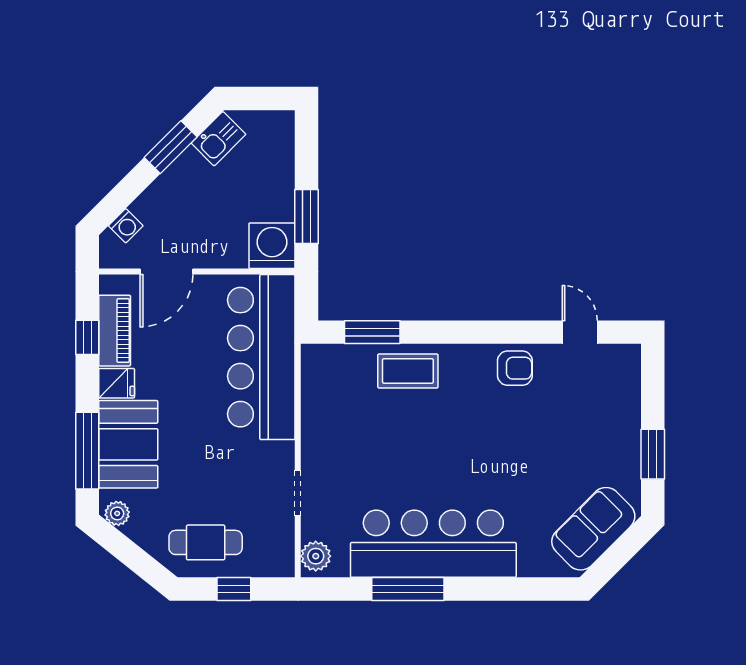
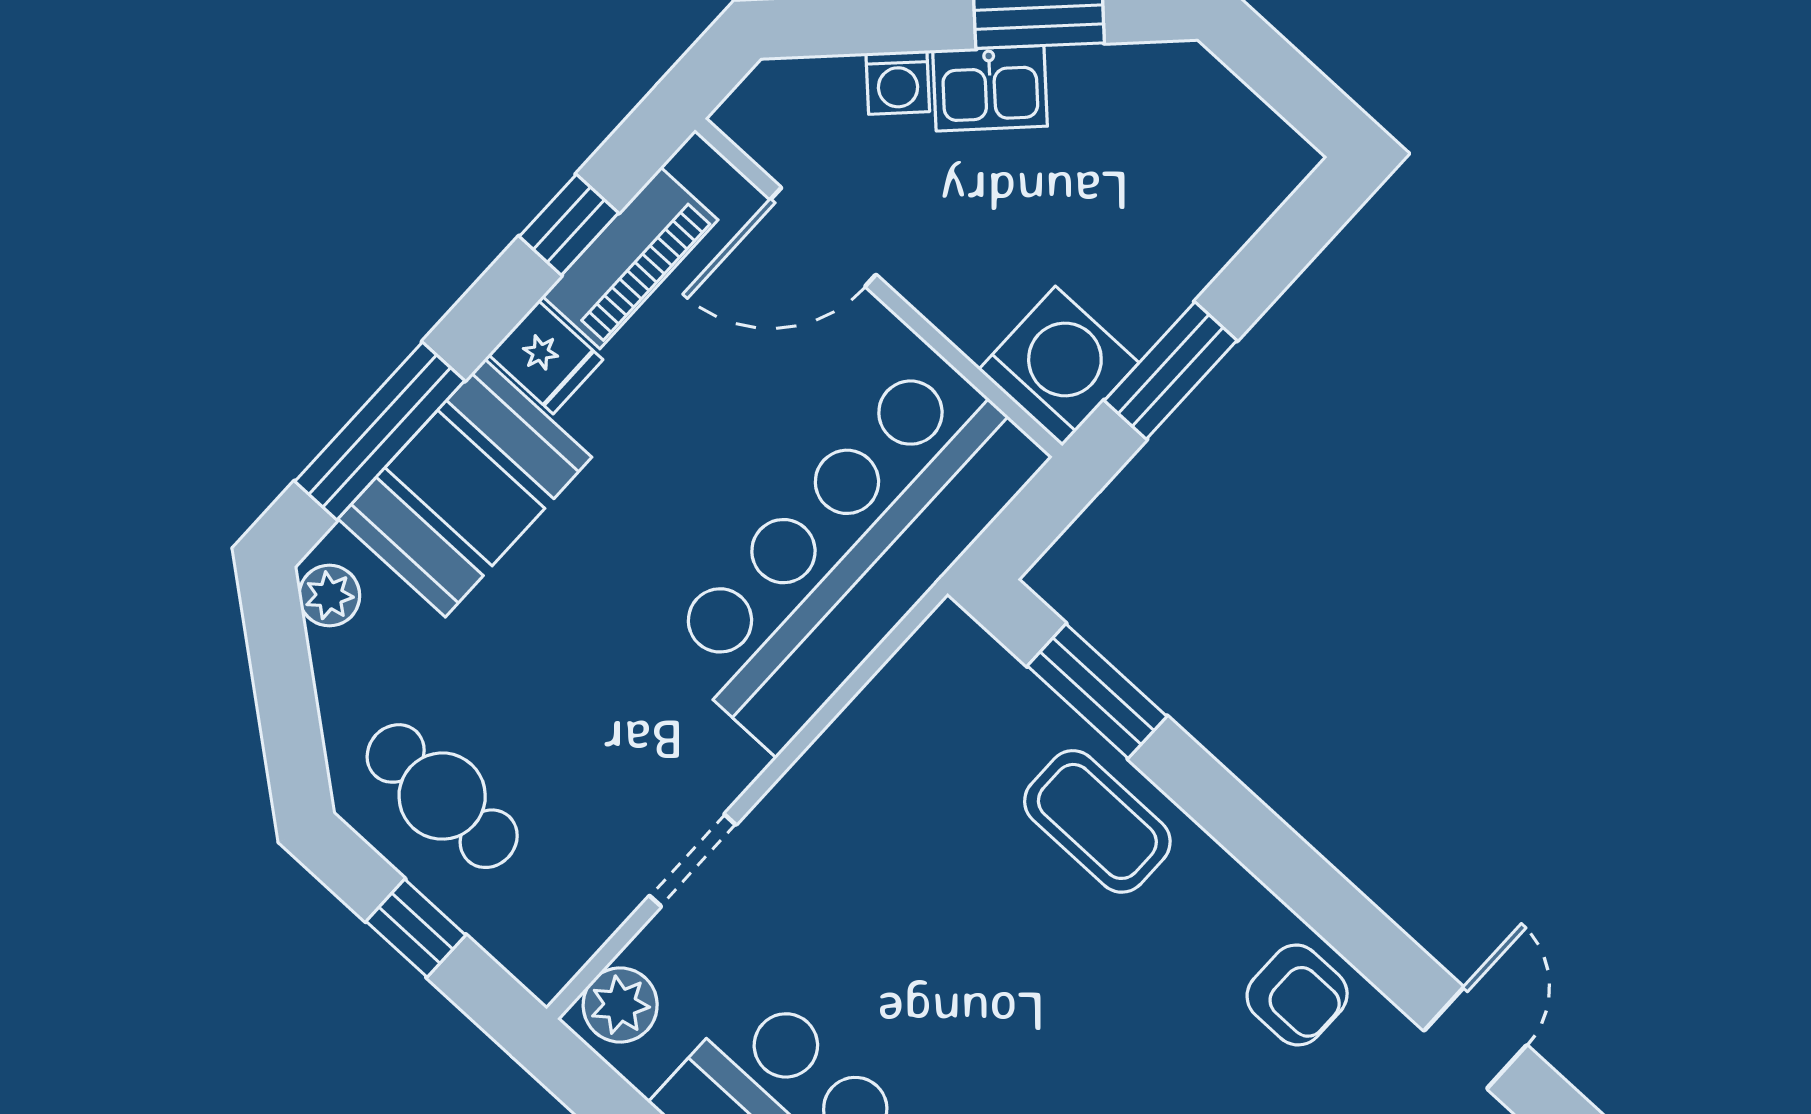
kitchen sink: (219, 139) -> (990, 88), moved
washing machine: (126, 226) -> (898, 82), moved

